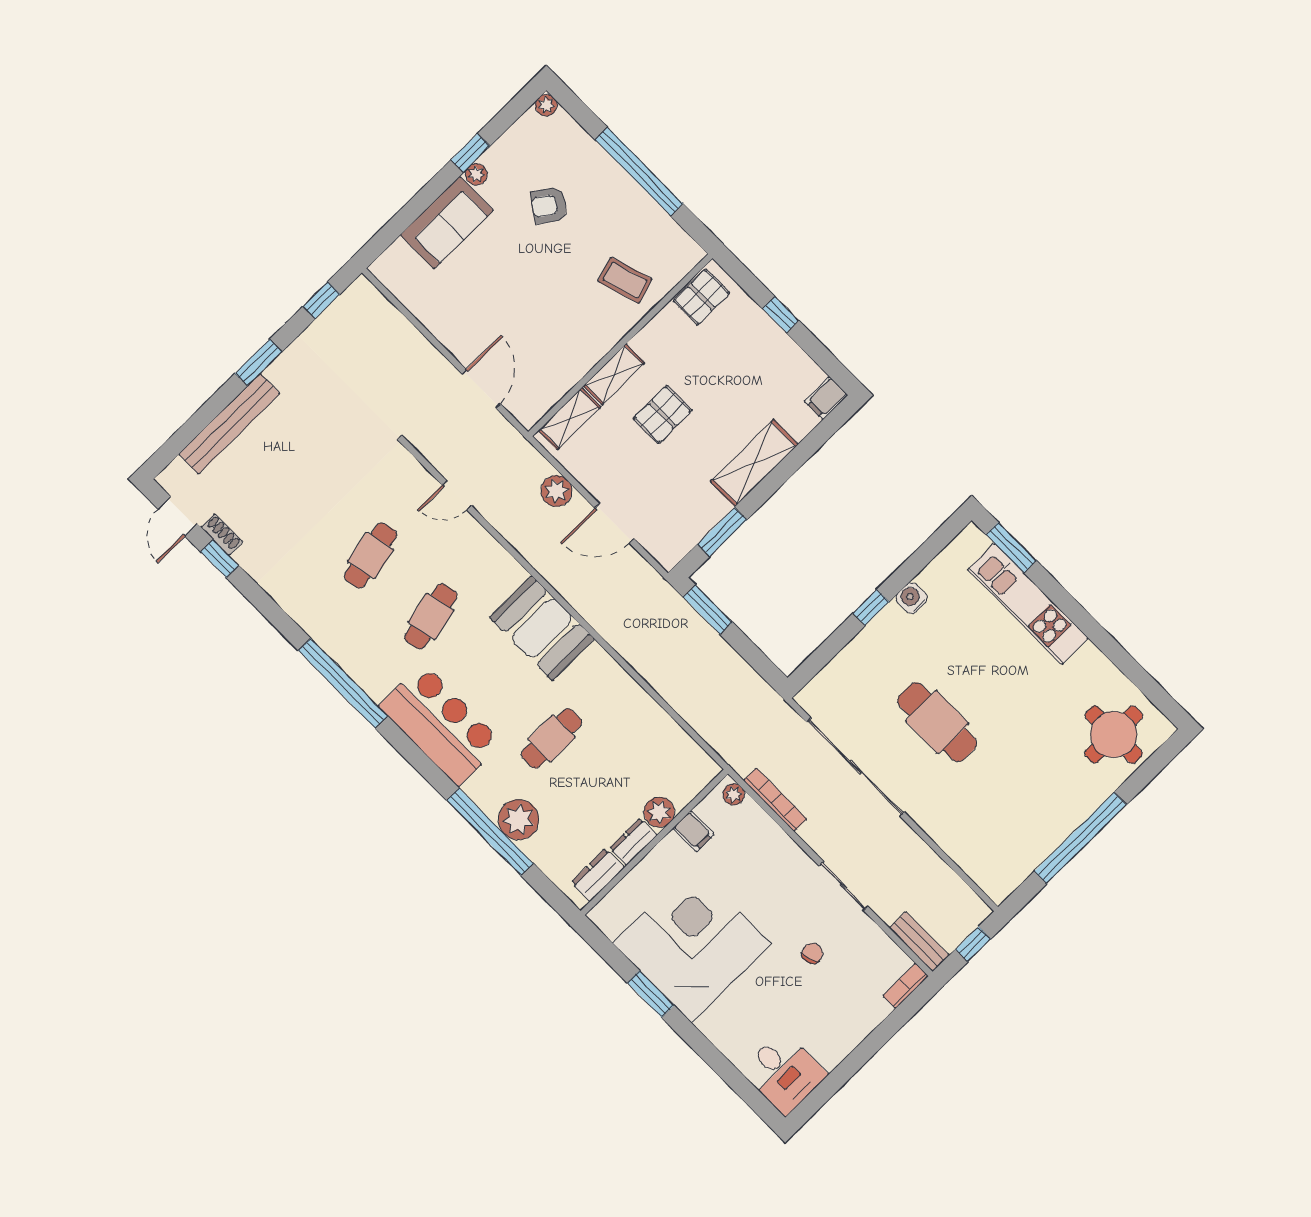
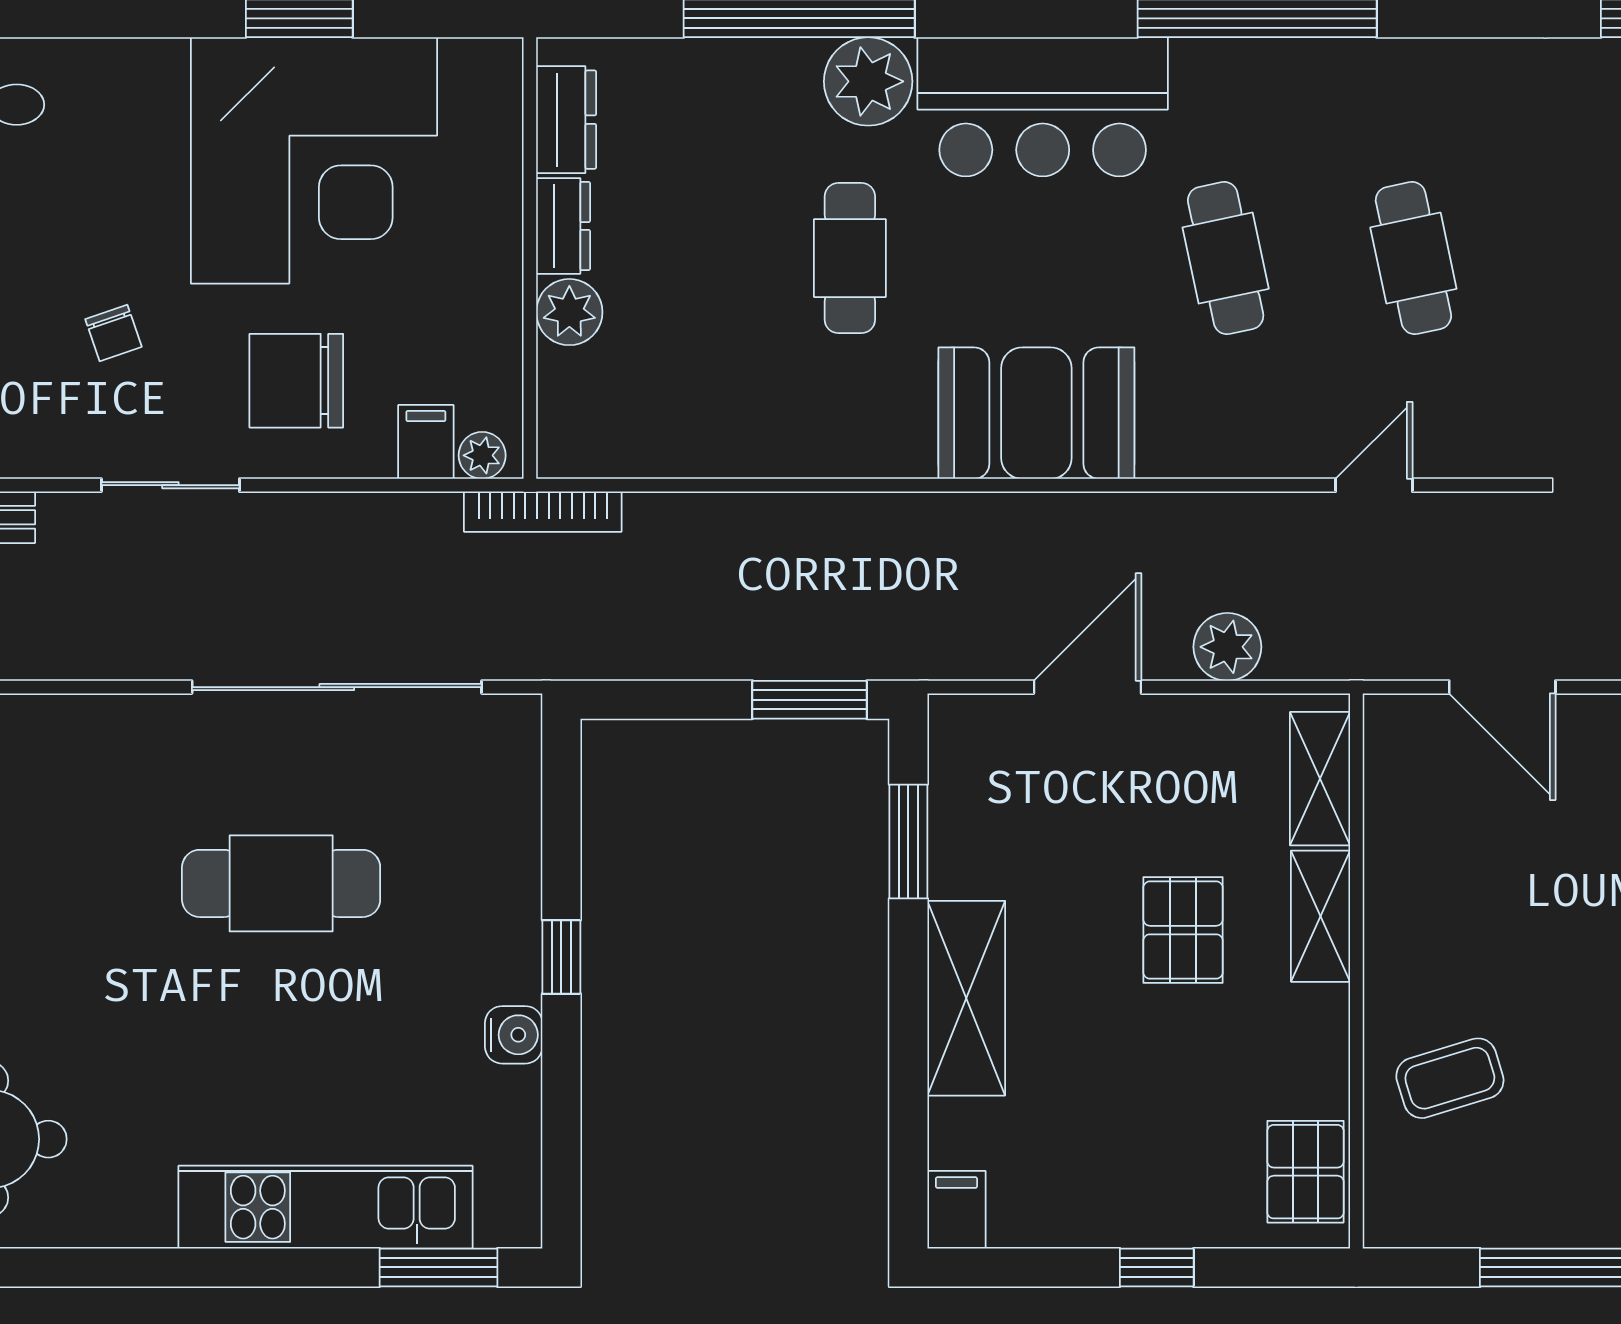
bookcase: (775, 800) -> (543, 512), moved
plant: (519, 820) -> (868, 81), moved
filing cabinet: (693, 831) -> (426, 442), moved, turned 90
chair: (769, 879) -> (296, 381), added

